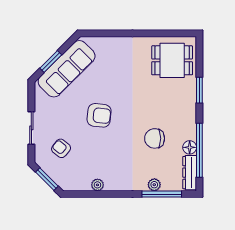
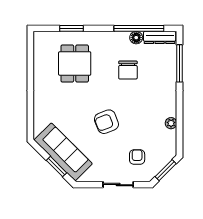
dining table: (172, 60) -> (75, 64), moved
window: (199, 90) -> (71, 28), moved
armchair: (99, 115) -> (106, 122), turned -117
armchair: (61, 148) -> (137, 157), turned 141
plant: (154, 185) -> (171, 70), removed

